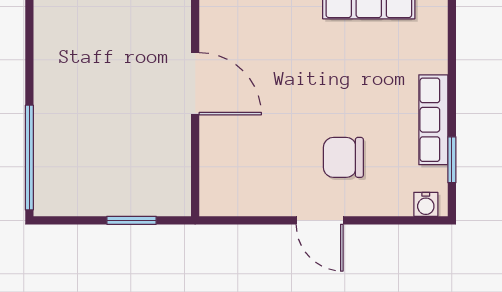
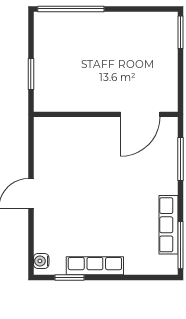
door: (195, 84) -> (140, 114), moved
chair: (343, 157) -> (71, 209), removed

